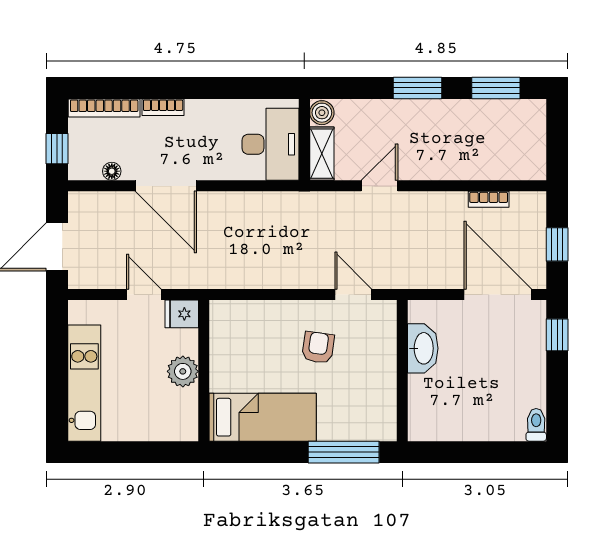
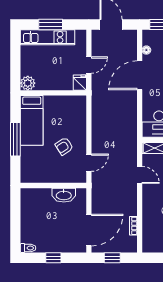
window: (557, 335) -> (53, 258), moved
armchair: (318, 348) -> (64, 146), turned 139
plant: (183, 371) -> (28, 83), moved
window: (57, 376) -> (51, 25), added
window: (344, 452) -> (15, 139), moved

